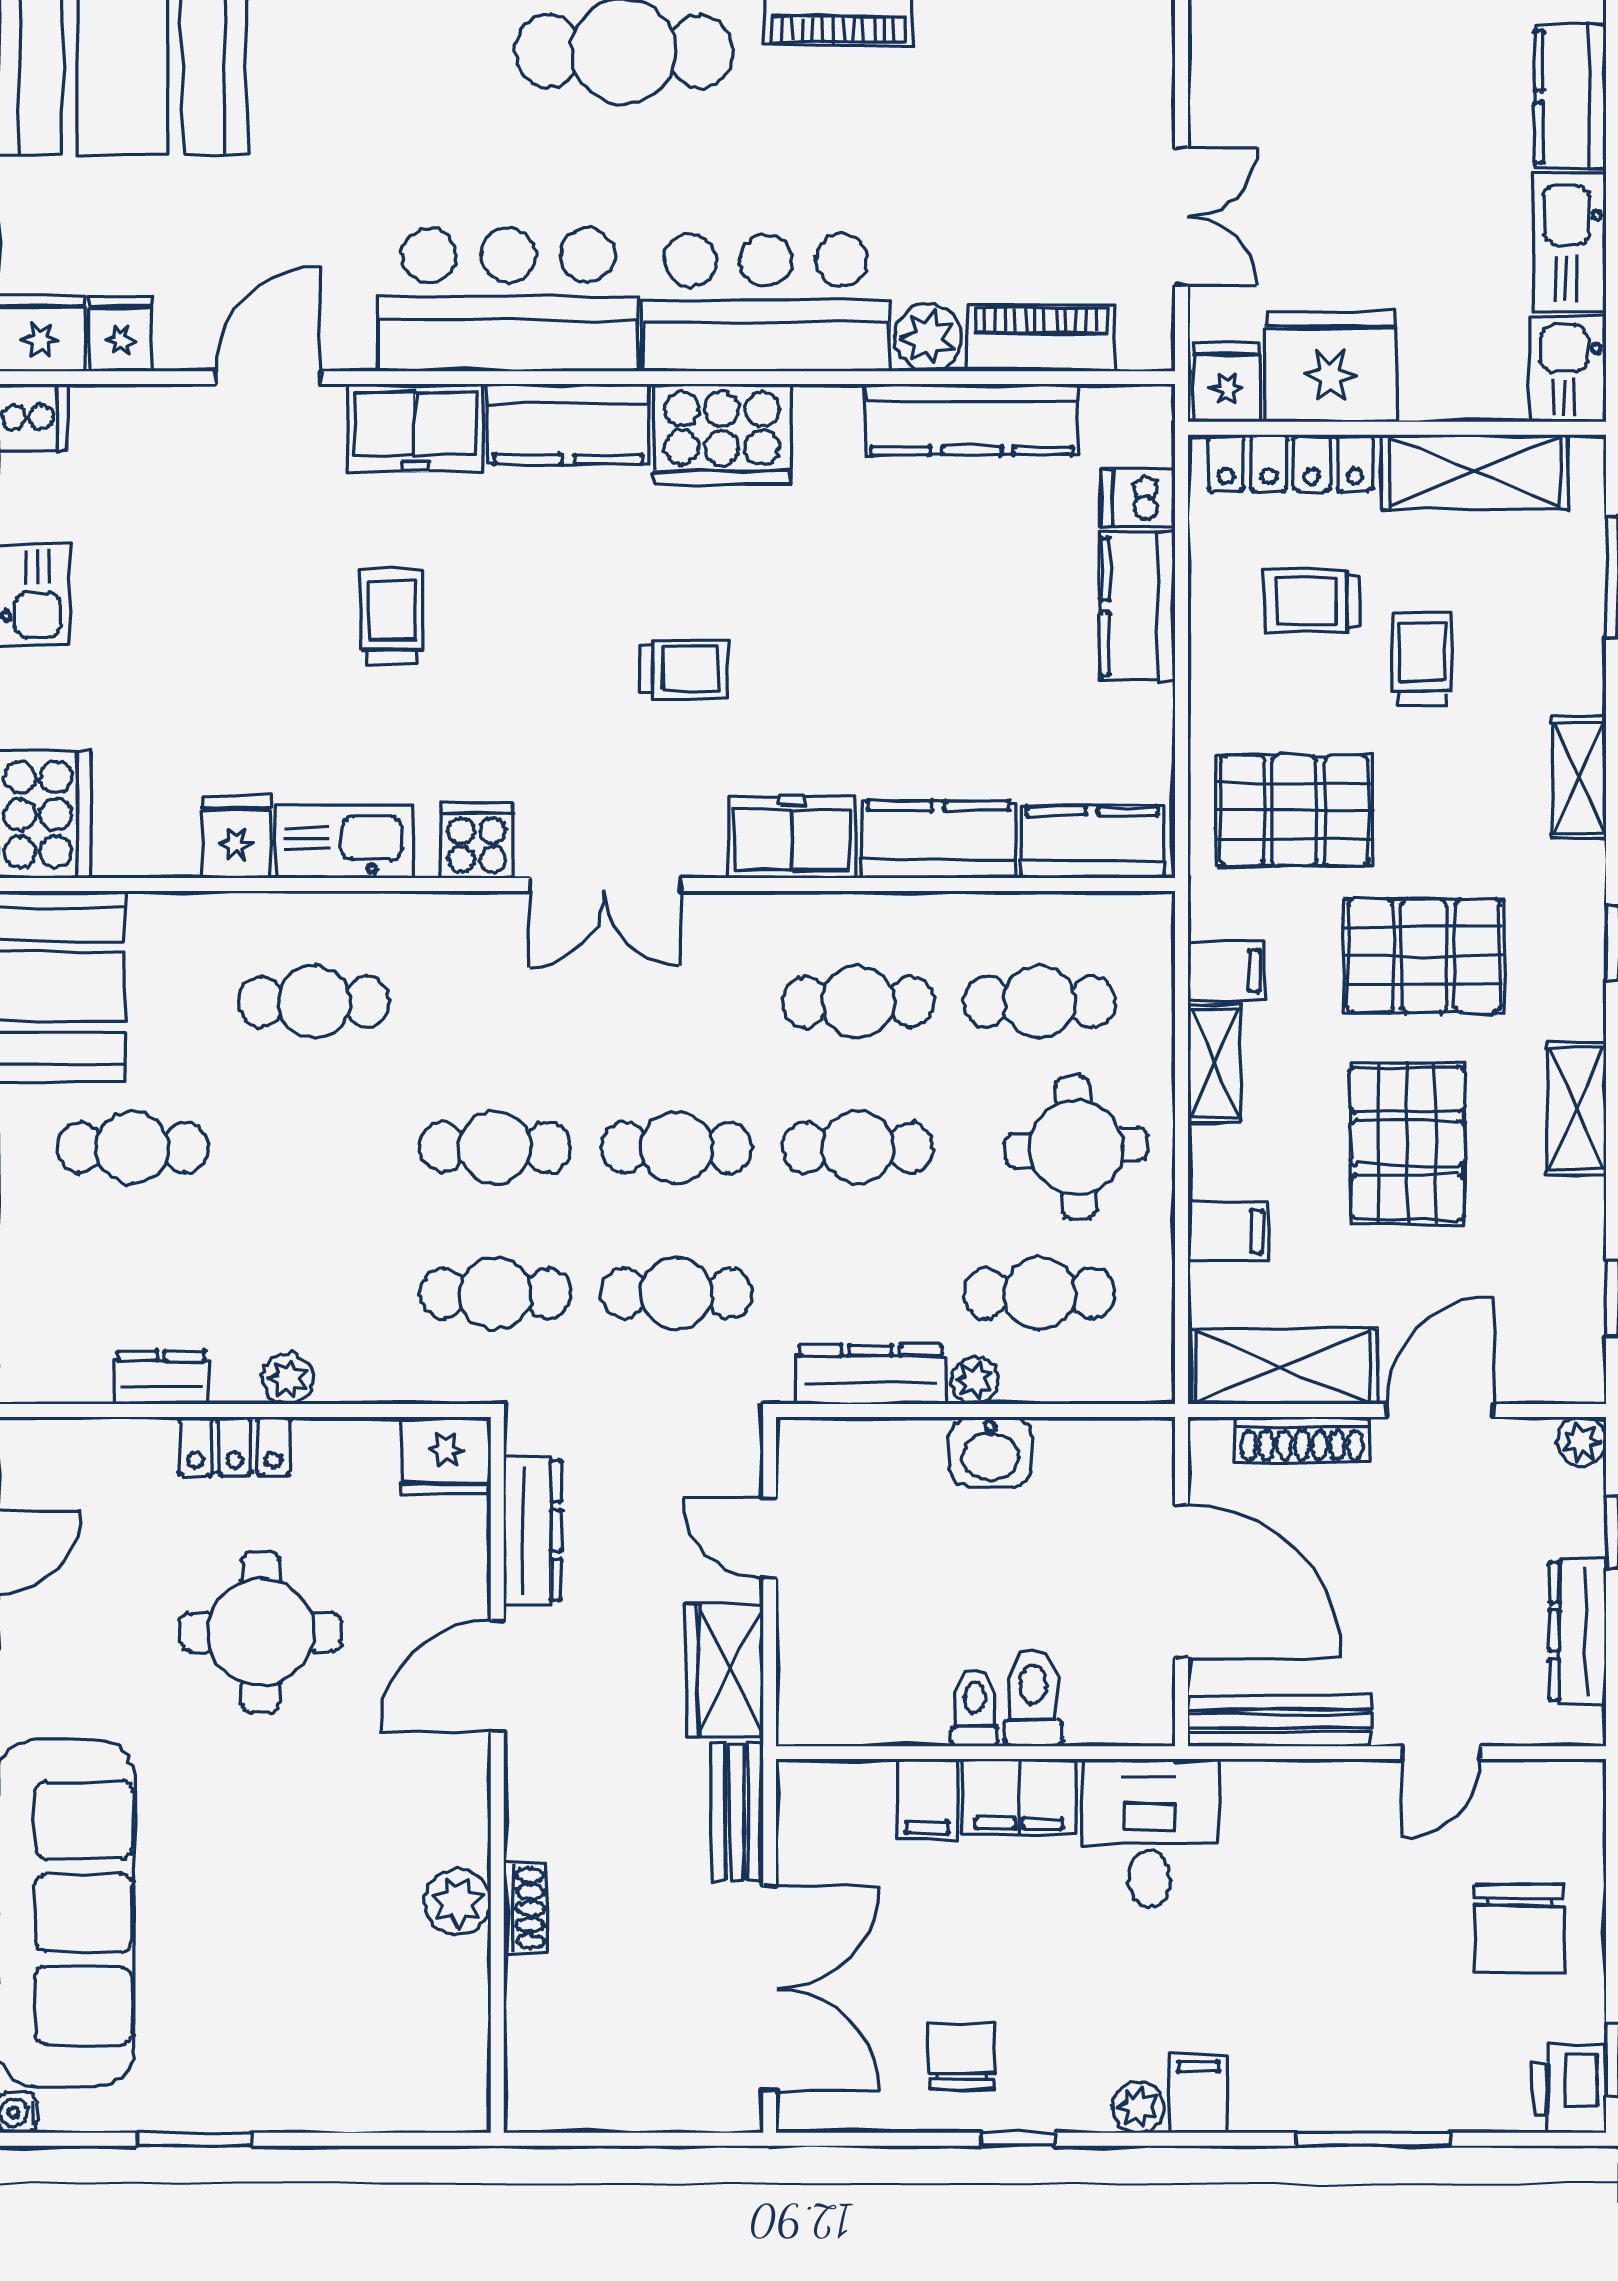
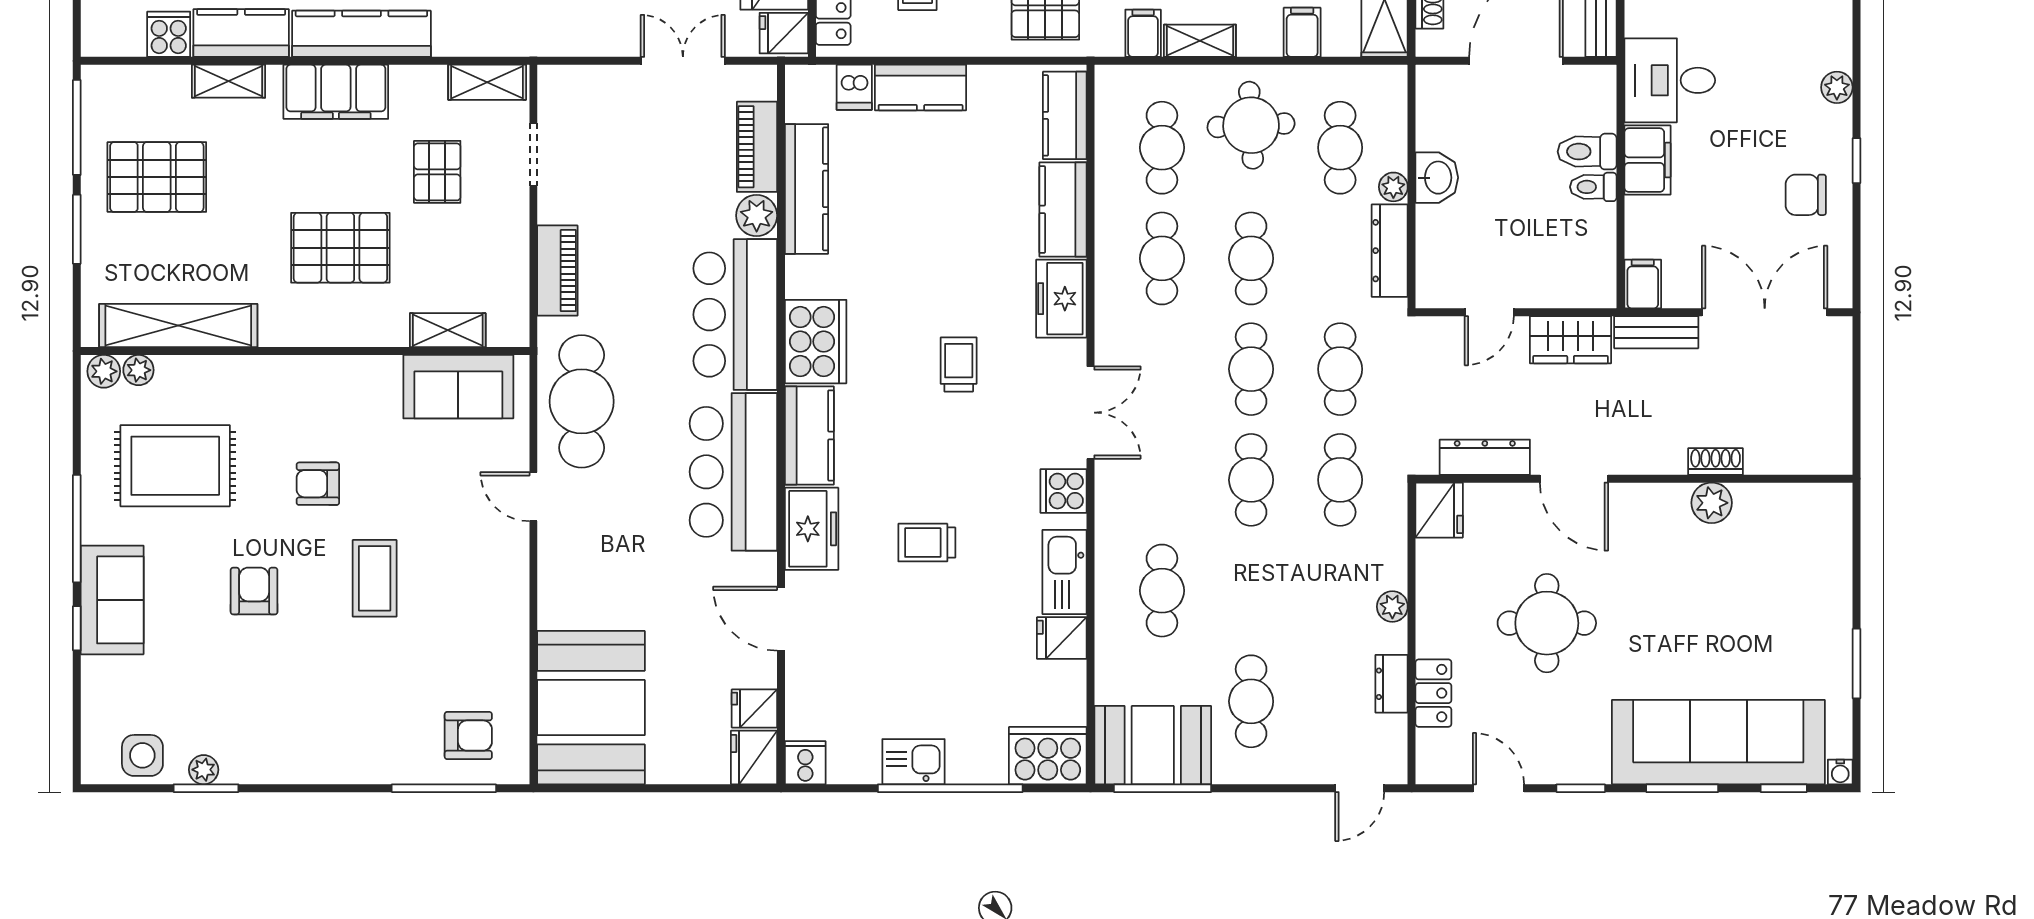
locker: (234, 1446) -> (1433, 693), moved
filing cabinet: (927, 1799) -> (1643, 284), moved, turned -90
filing cabinet: (1198, 2094) -> (1829, 51), removed

